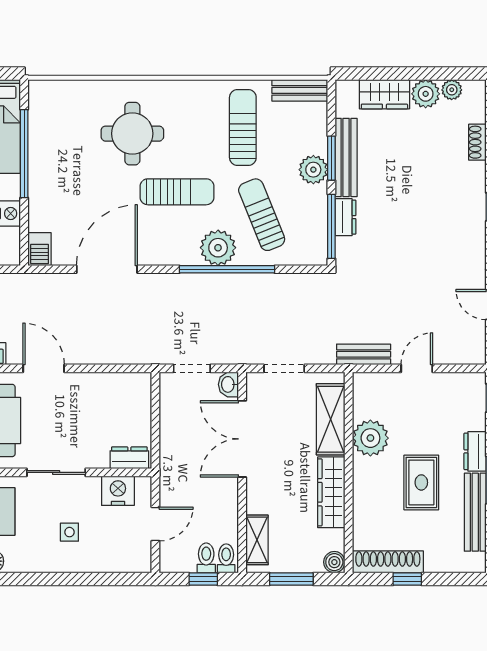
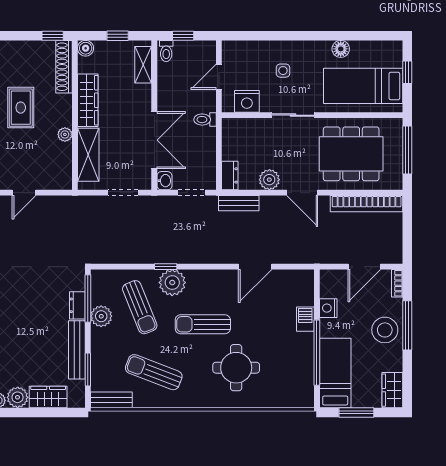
sun lounger: (243, 128) -> (154, 372), turned 111
window: (331, 158) -> (88, 369), moved
plant: (313, 170) -> (101, 316), moved
barbecue: (40, 249) -> (305, 319), moved
door: (107, 269) -> (255, 267), width x0.73
window: (227, 269) -> (166, 267), width x0.32
bench: (364, 354) -> (239, 203), moved
plant: (88, 386) -> (269, 180), added
plant: (370, 438) -> (65, 134), width x0.53, depth x0.53
dresser: (129, 458) -> (230, 175), moved, turned -90
toilet: (206, 558) -> (205, 120), moved, turned 90
shoe rack: (388, 562) -> (64, 67), moved, turned 90
window: (291, 579) -> (118, 36), width x0.67
window: (407, 579) -> (53, 36), moved

